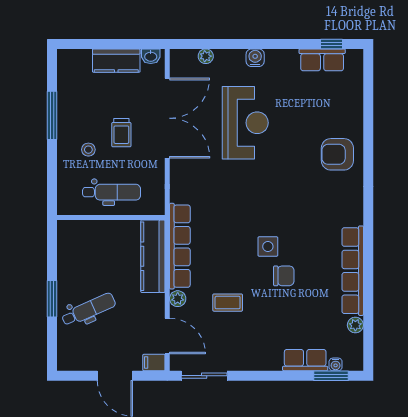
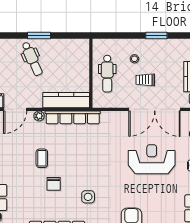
window: (52, 115) -> (156, 35), width x0.69
reception desk: (245, 123) -> (152, 159), turned 180
side table: (268, 246) -> (88, 197), moved
coffee table: (228, 303) -> (42, 158), moved

